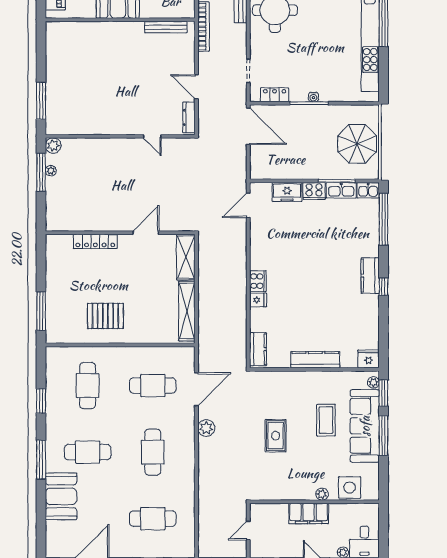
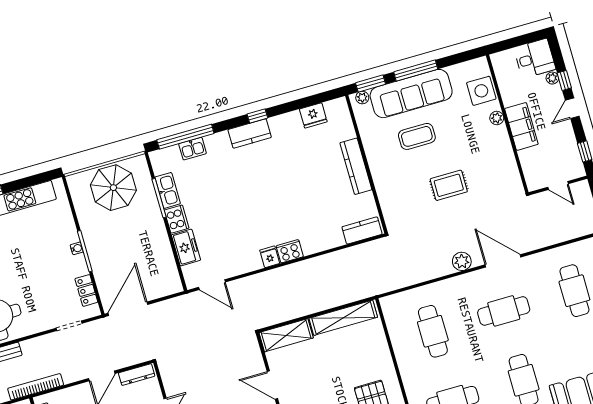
kitchen sink: (368, 190) -> (193, 149), moved, turned 90
fridge: (258, 300) -> (270, 257), moved
fridge: (369, 359) -> (313, 115), moved, turned -90
door: (196, 389) -> (503, 261), moved

